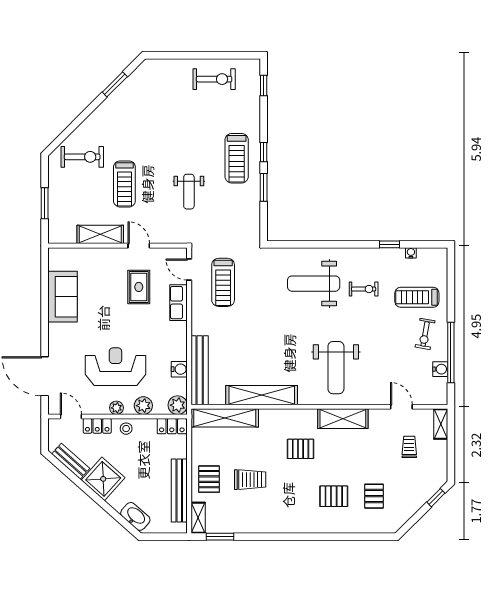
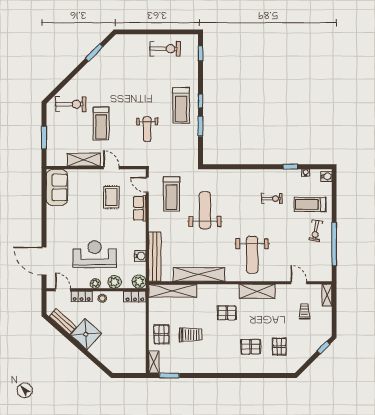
weight bench: (314, 284) -> (205, 210), moved, turned 90
sofa: (63, 297) -> (57, 187), moved
water cooler: (440, 369) -> (327, 176), moved
bench: (179, 491) -> (140, 343), removed
washbasin: (135, 516) -> (109, 361), removed

